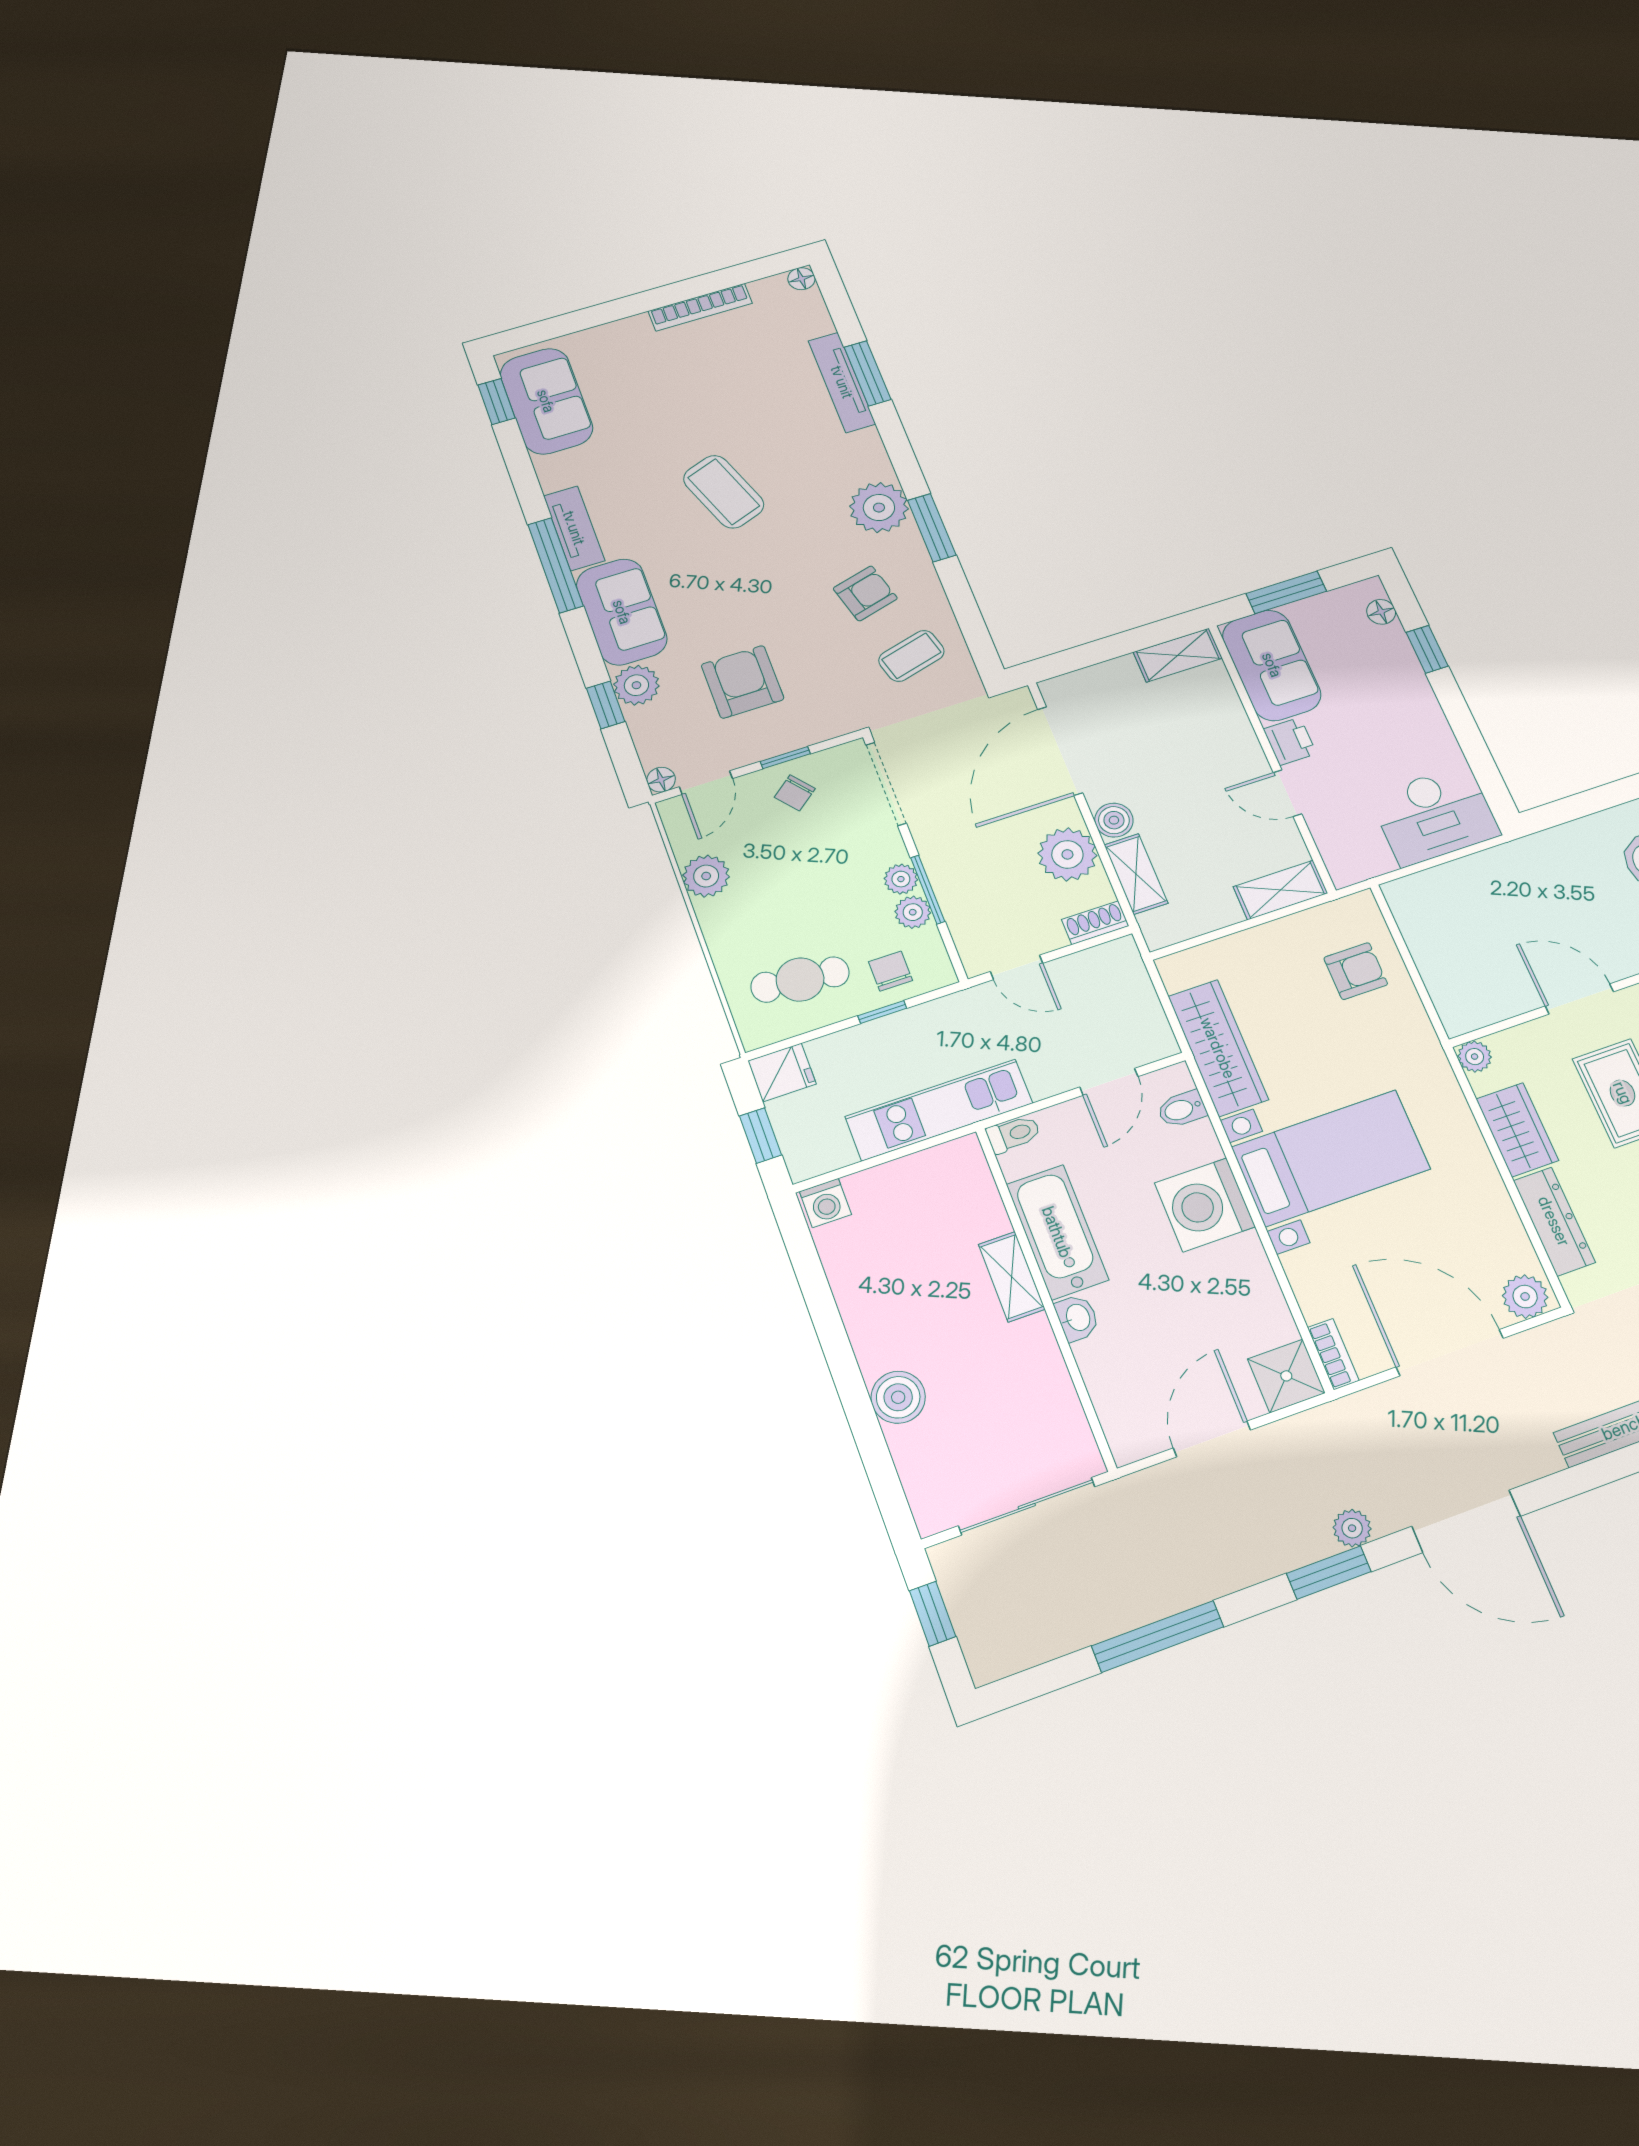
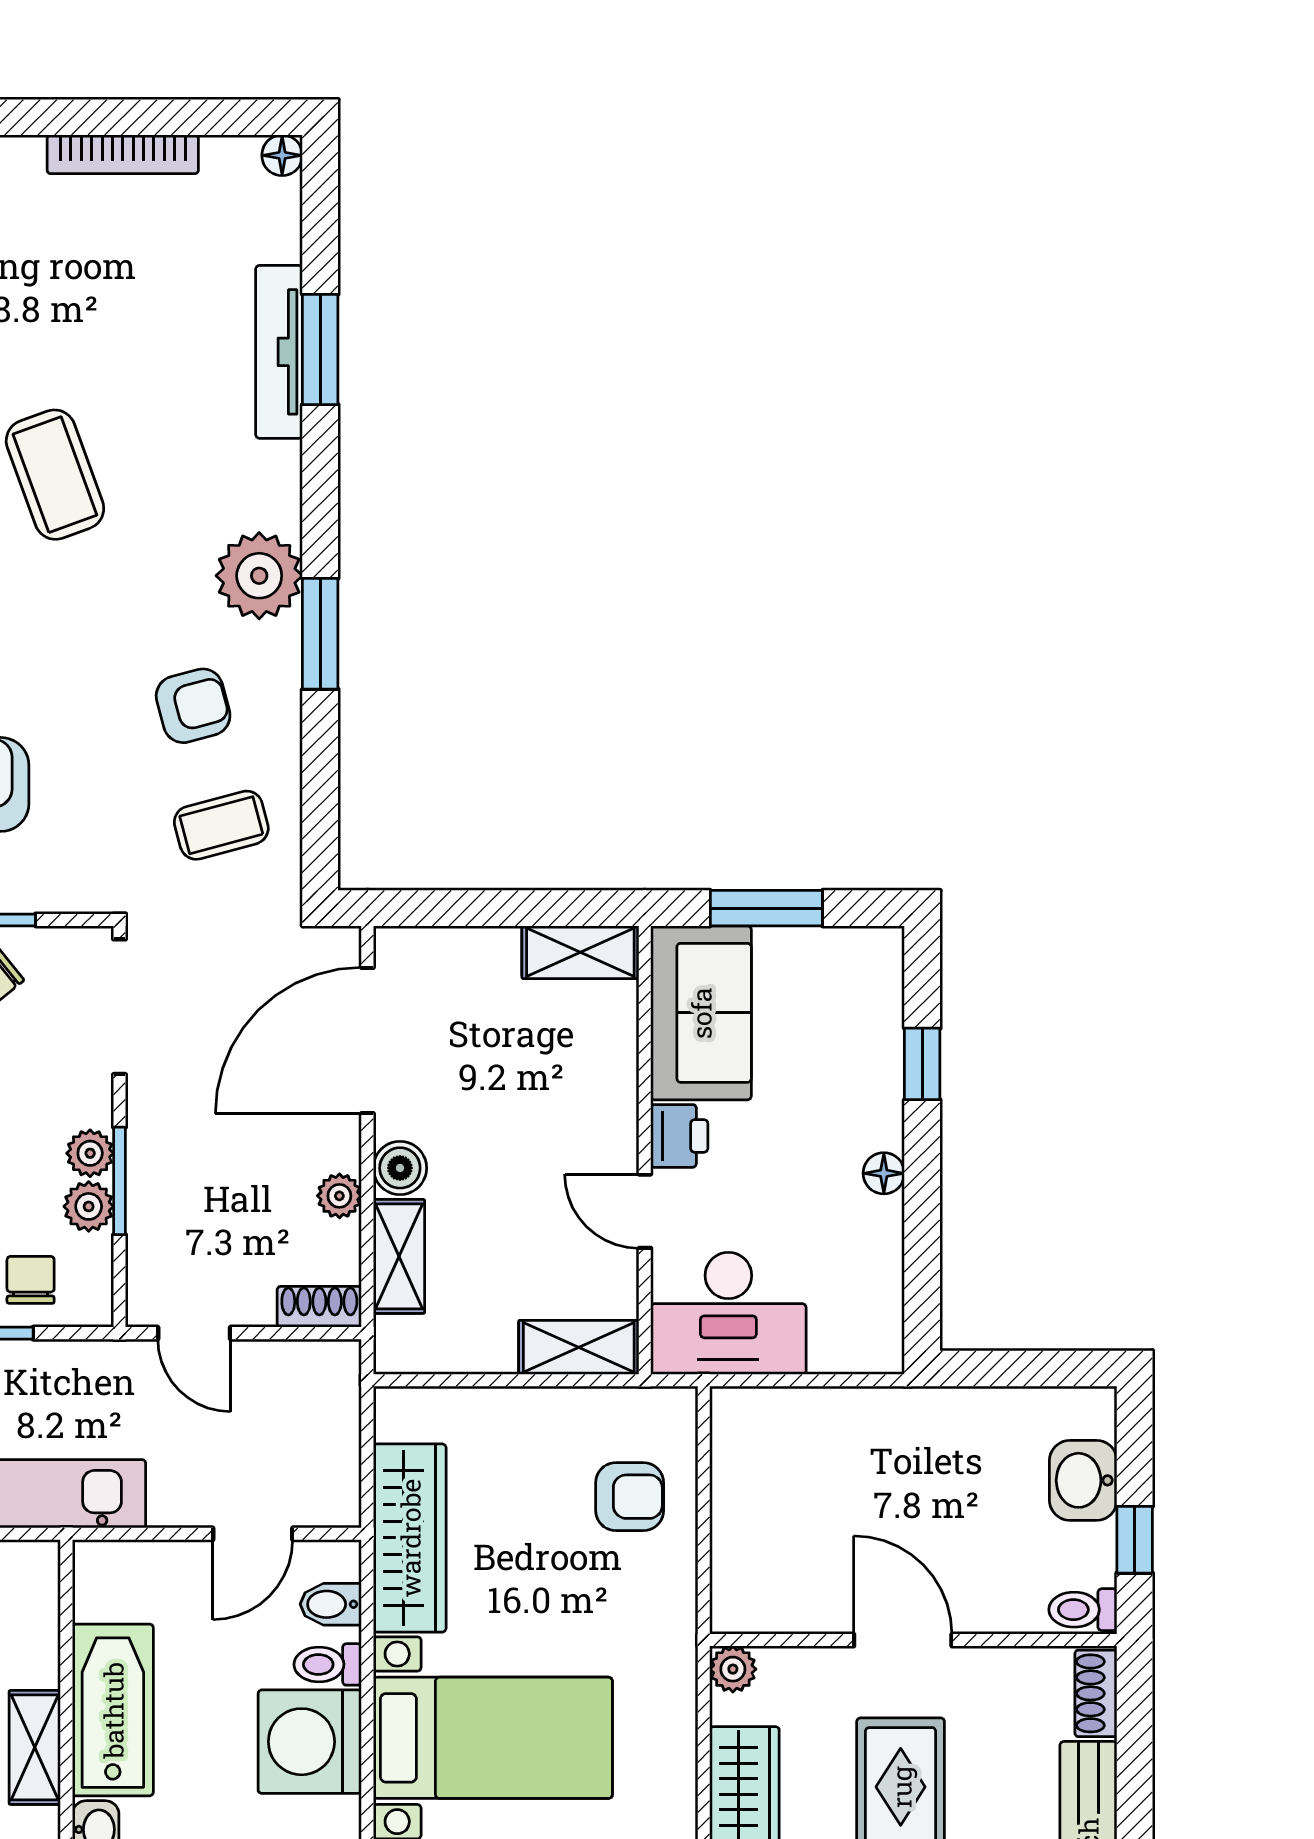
floor lamp: (1381, 612) -> (884, 1173), moved
desk: (1435, 815) -> (728, 1313), moved
plant: (1067, 854) -> (339, 1196), width x0.53, depth x0.53
toilet: (1013, 1134) -> (328, 1664), moved, turned 180

